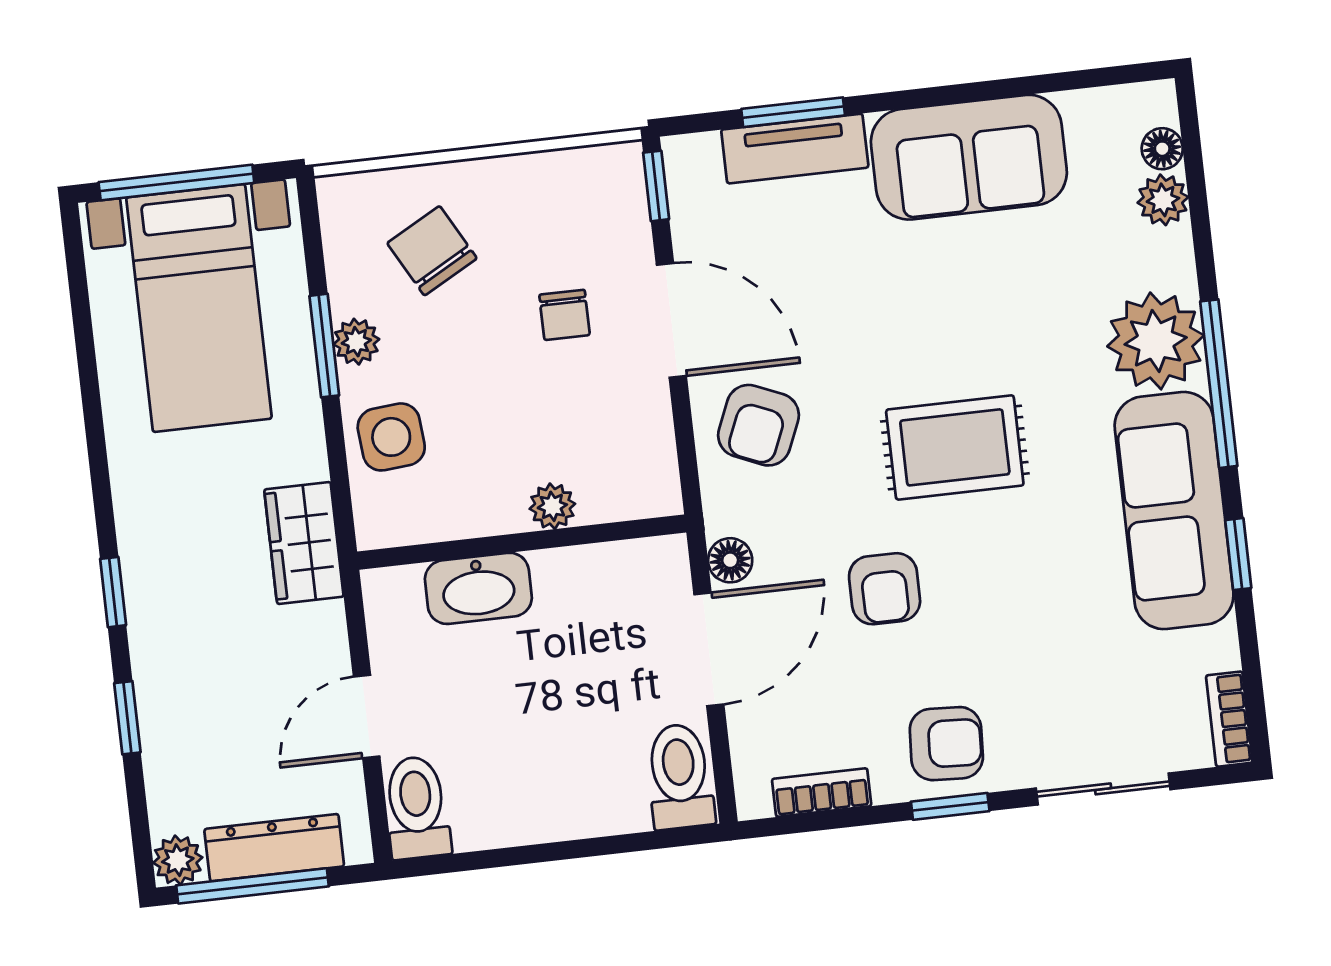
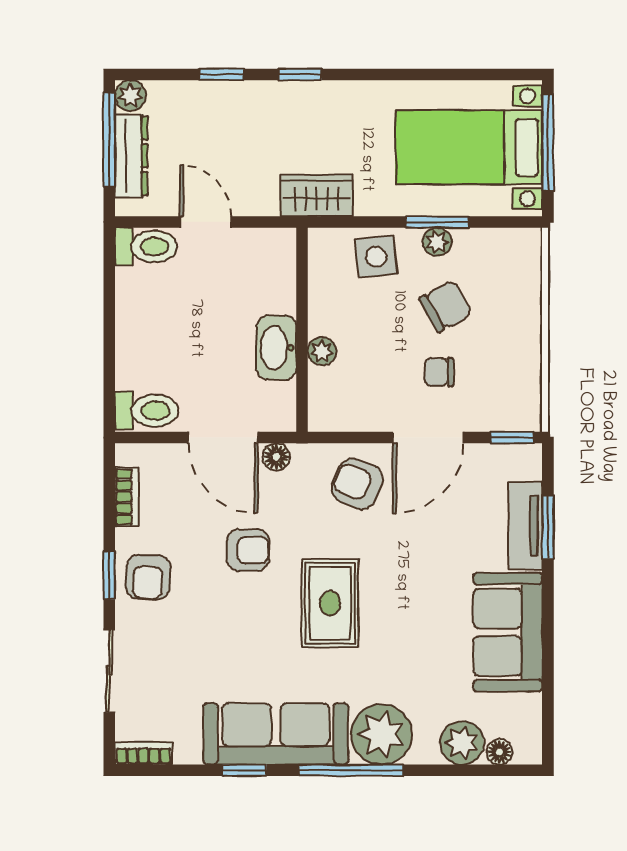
plant: (1163, 200) -> (462, 743), width x1.38, depth x1.38
chair: (432, 251) -> (446, 306), moved
washbasin: (478, 588) -> (277, 348), moved
armchair: (885, 589) -> (248, 550), turned 180

